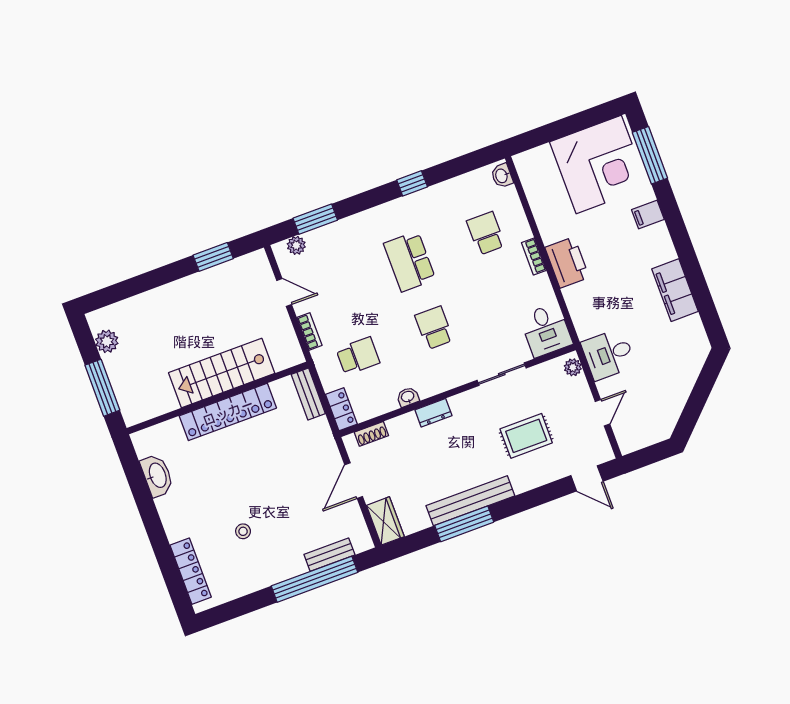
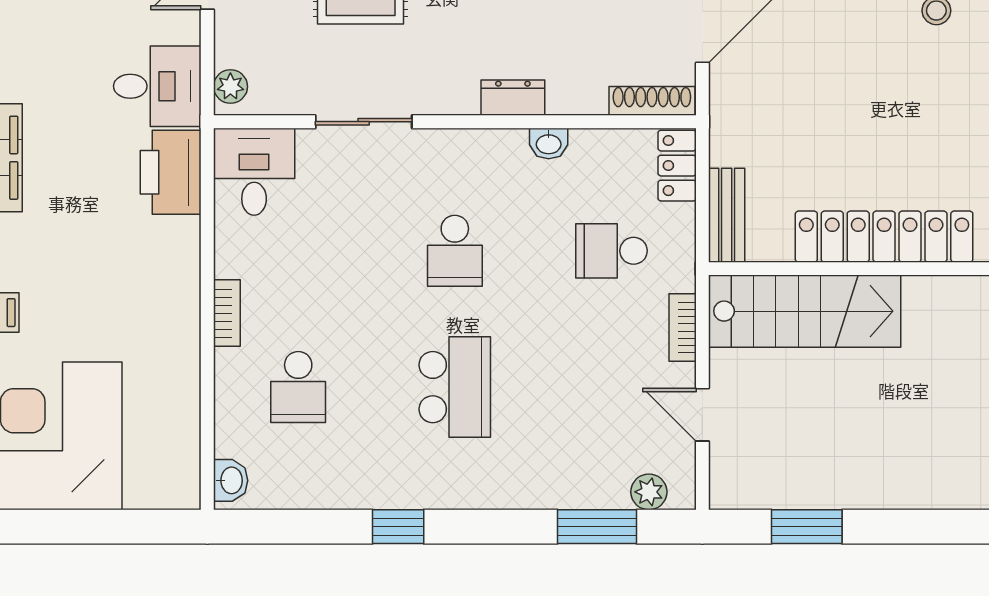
printer: (567, 262) -> (171, 172), moved
stairs: (222, 373) -> (805, 311), moved
shoe rack: (371, 434) -> (652, 101), width x1.43

